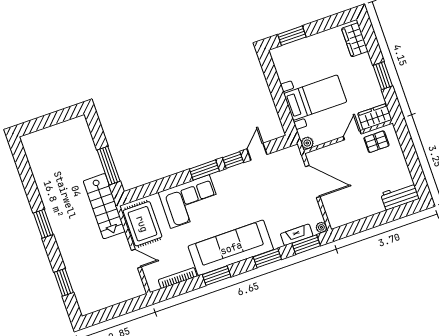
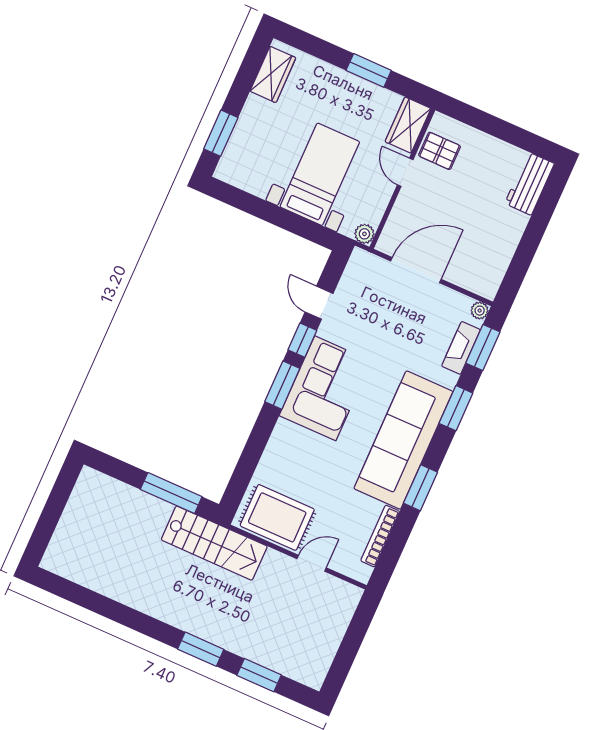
wardrobe: (355, 40) -> (273, 74), moved, turned -90
pallet: (376, 142) -> (439, 151), turned 90
corner sofa: (190, 202) -> (325, 388), moved
window: (43, 224) -> (201, 649), moved

